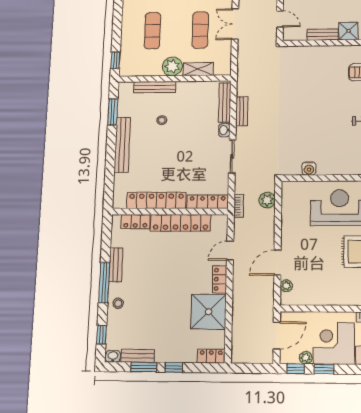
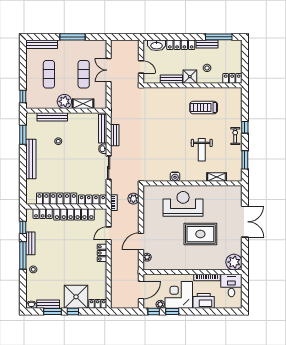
water cooler: (309, 168) -> (175, 177), moved
shower: (209, 312) -> (76, 297), moved
window: (101, 335) -> (23, 227), moved

